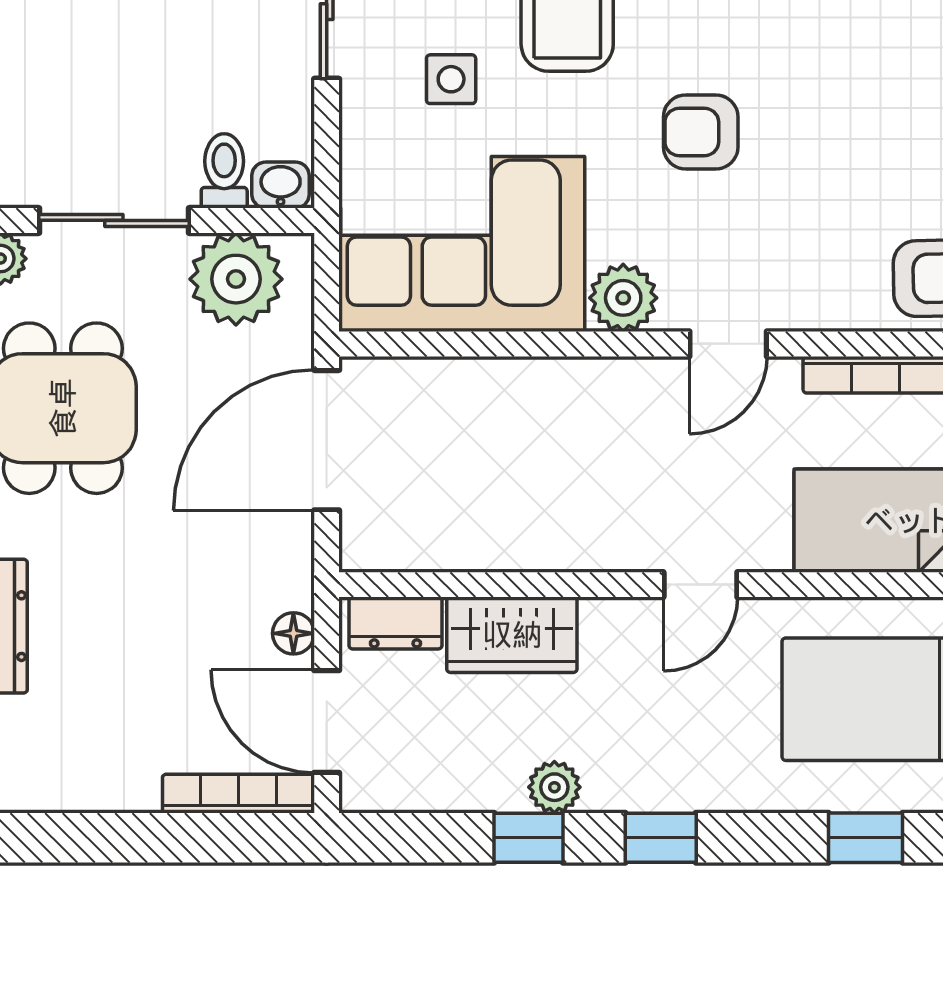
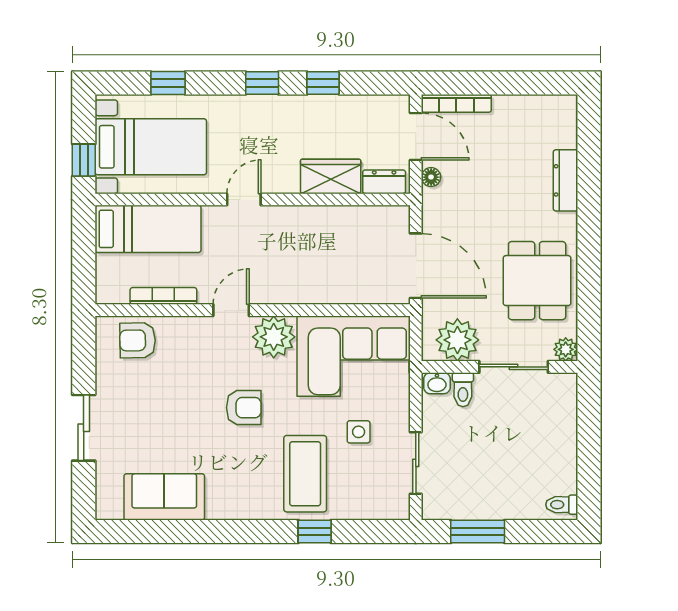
plant: (623, 298) -> (274, 337), width x1.36, depth x1.36
door: (327, 440) -> (416, 266), hinge flipped
plant: (554, 787) -> (311, 106), removed

